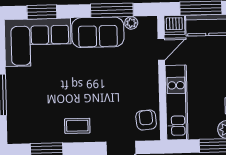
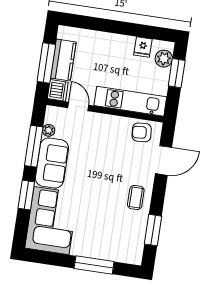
window: (42, 12) -> (26, 195), moved

